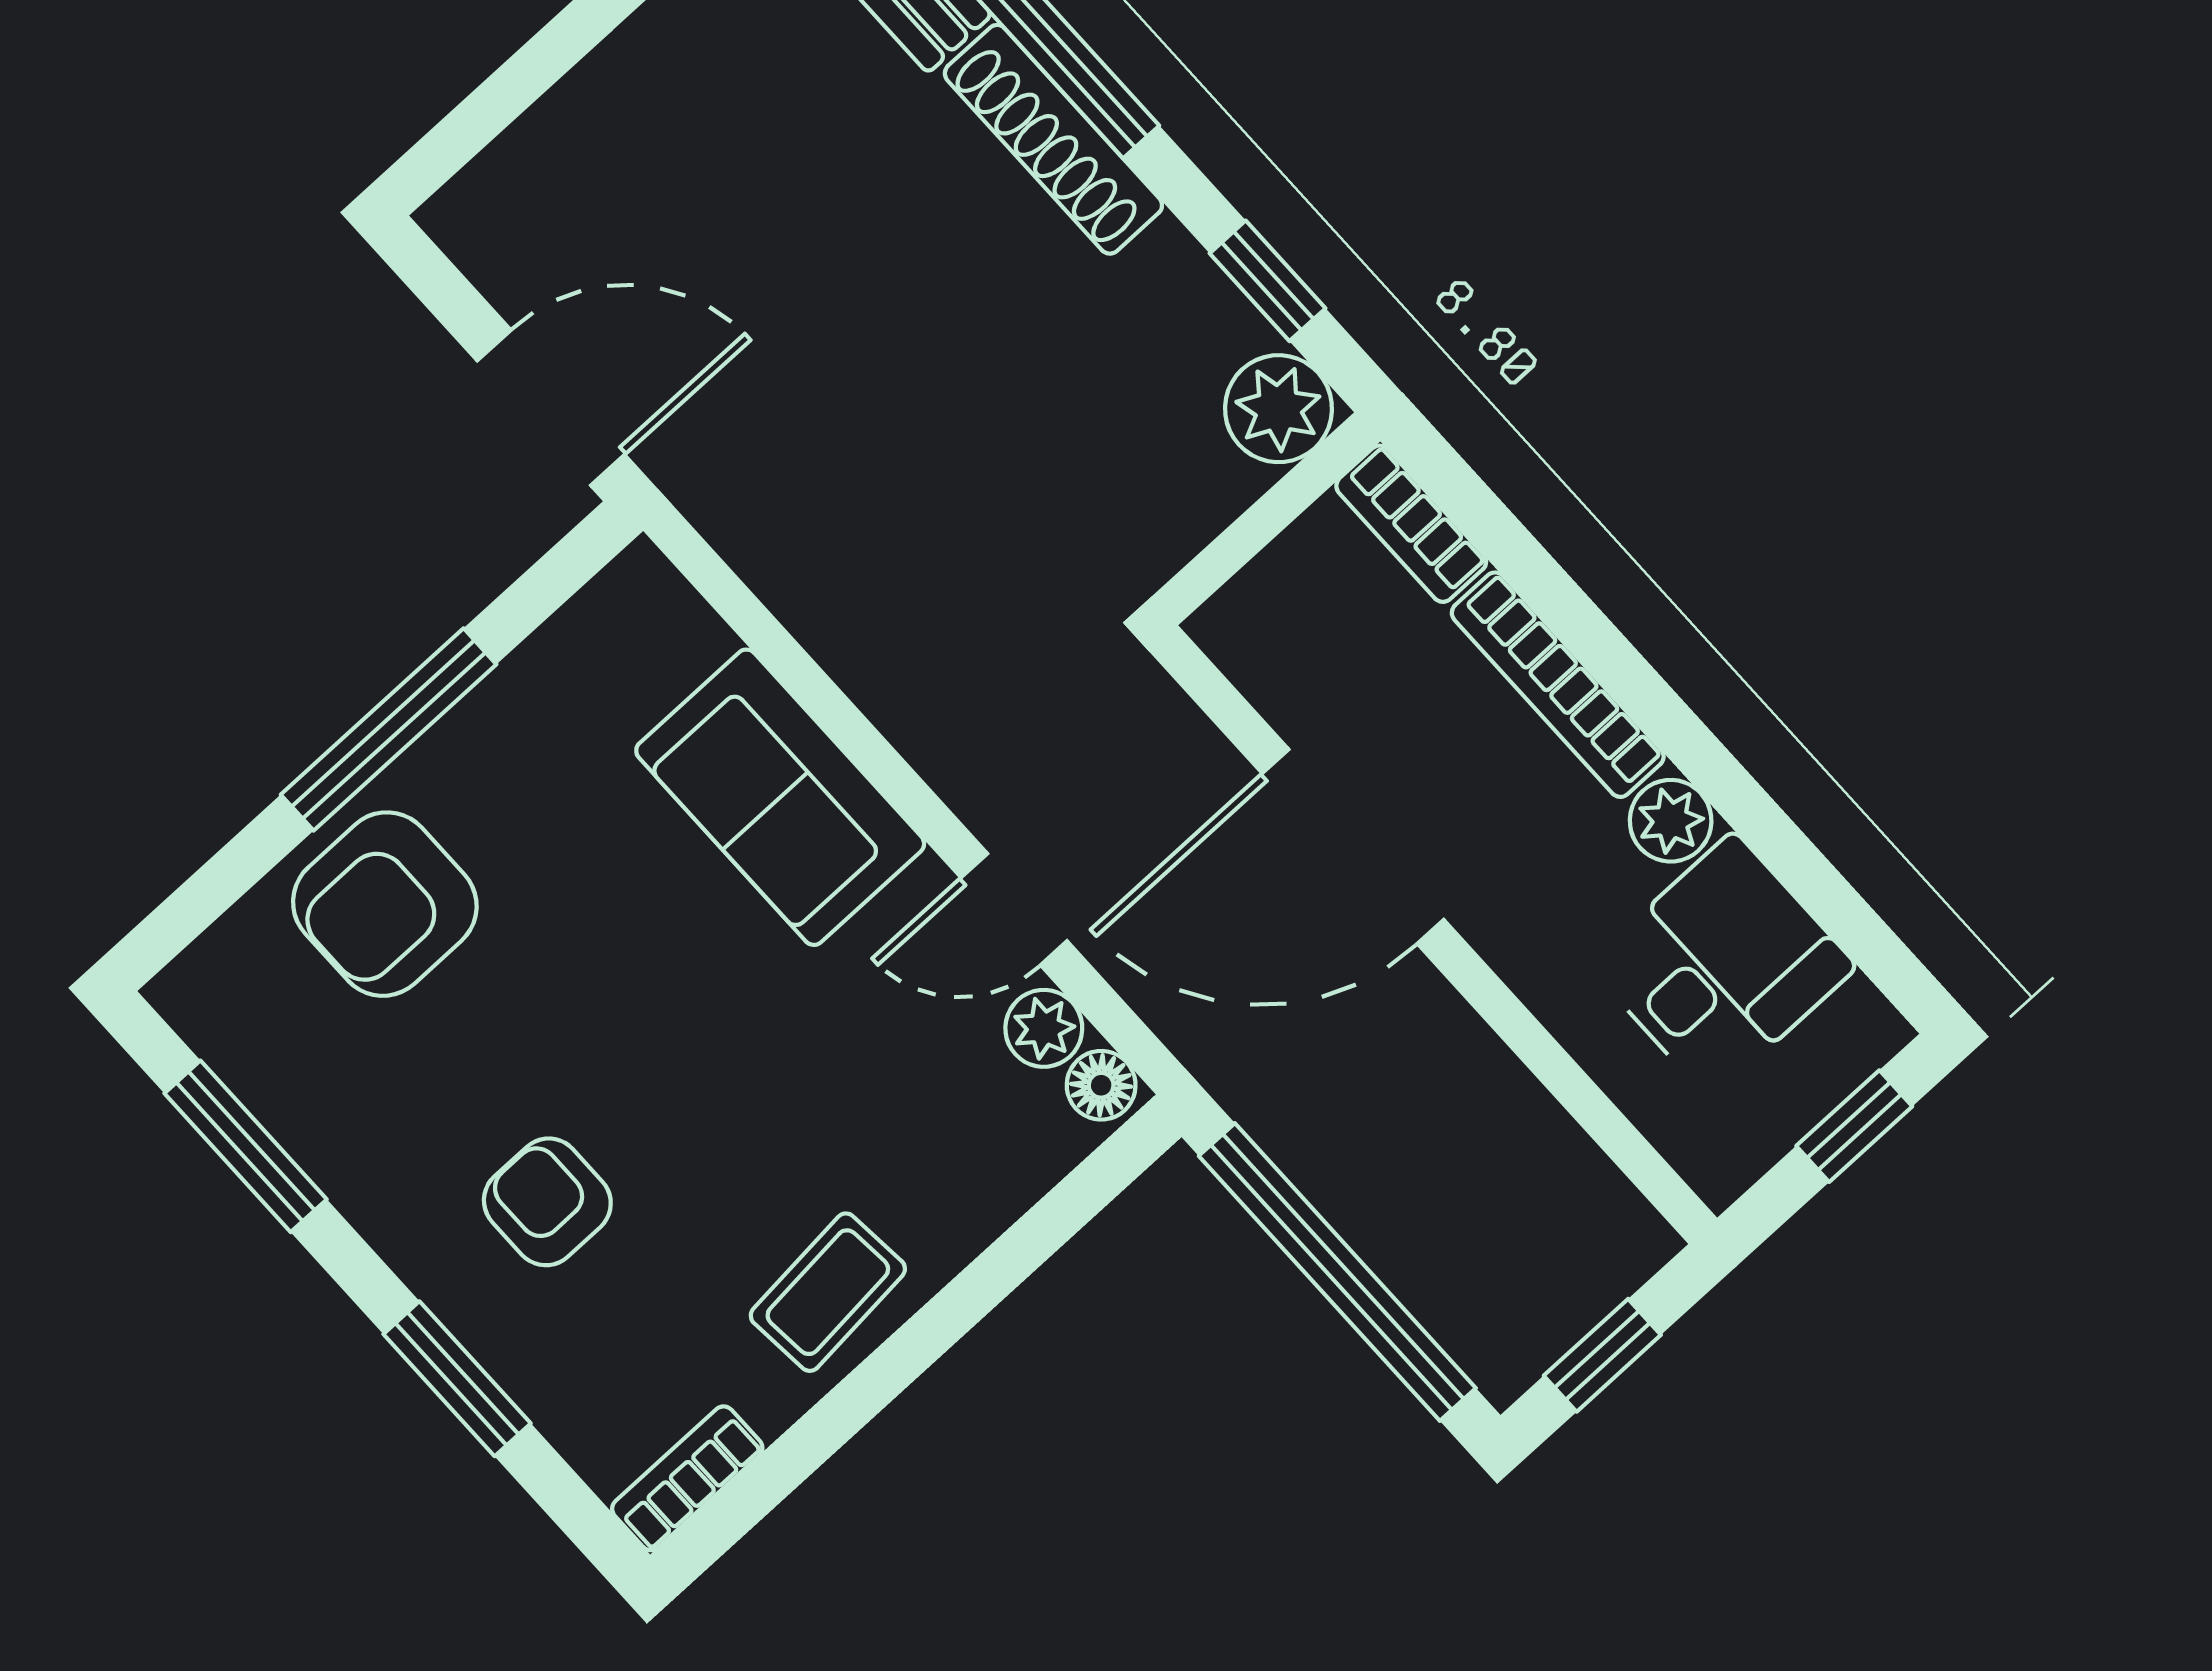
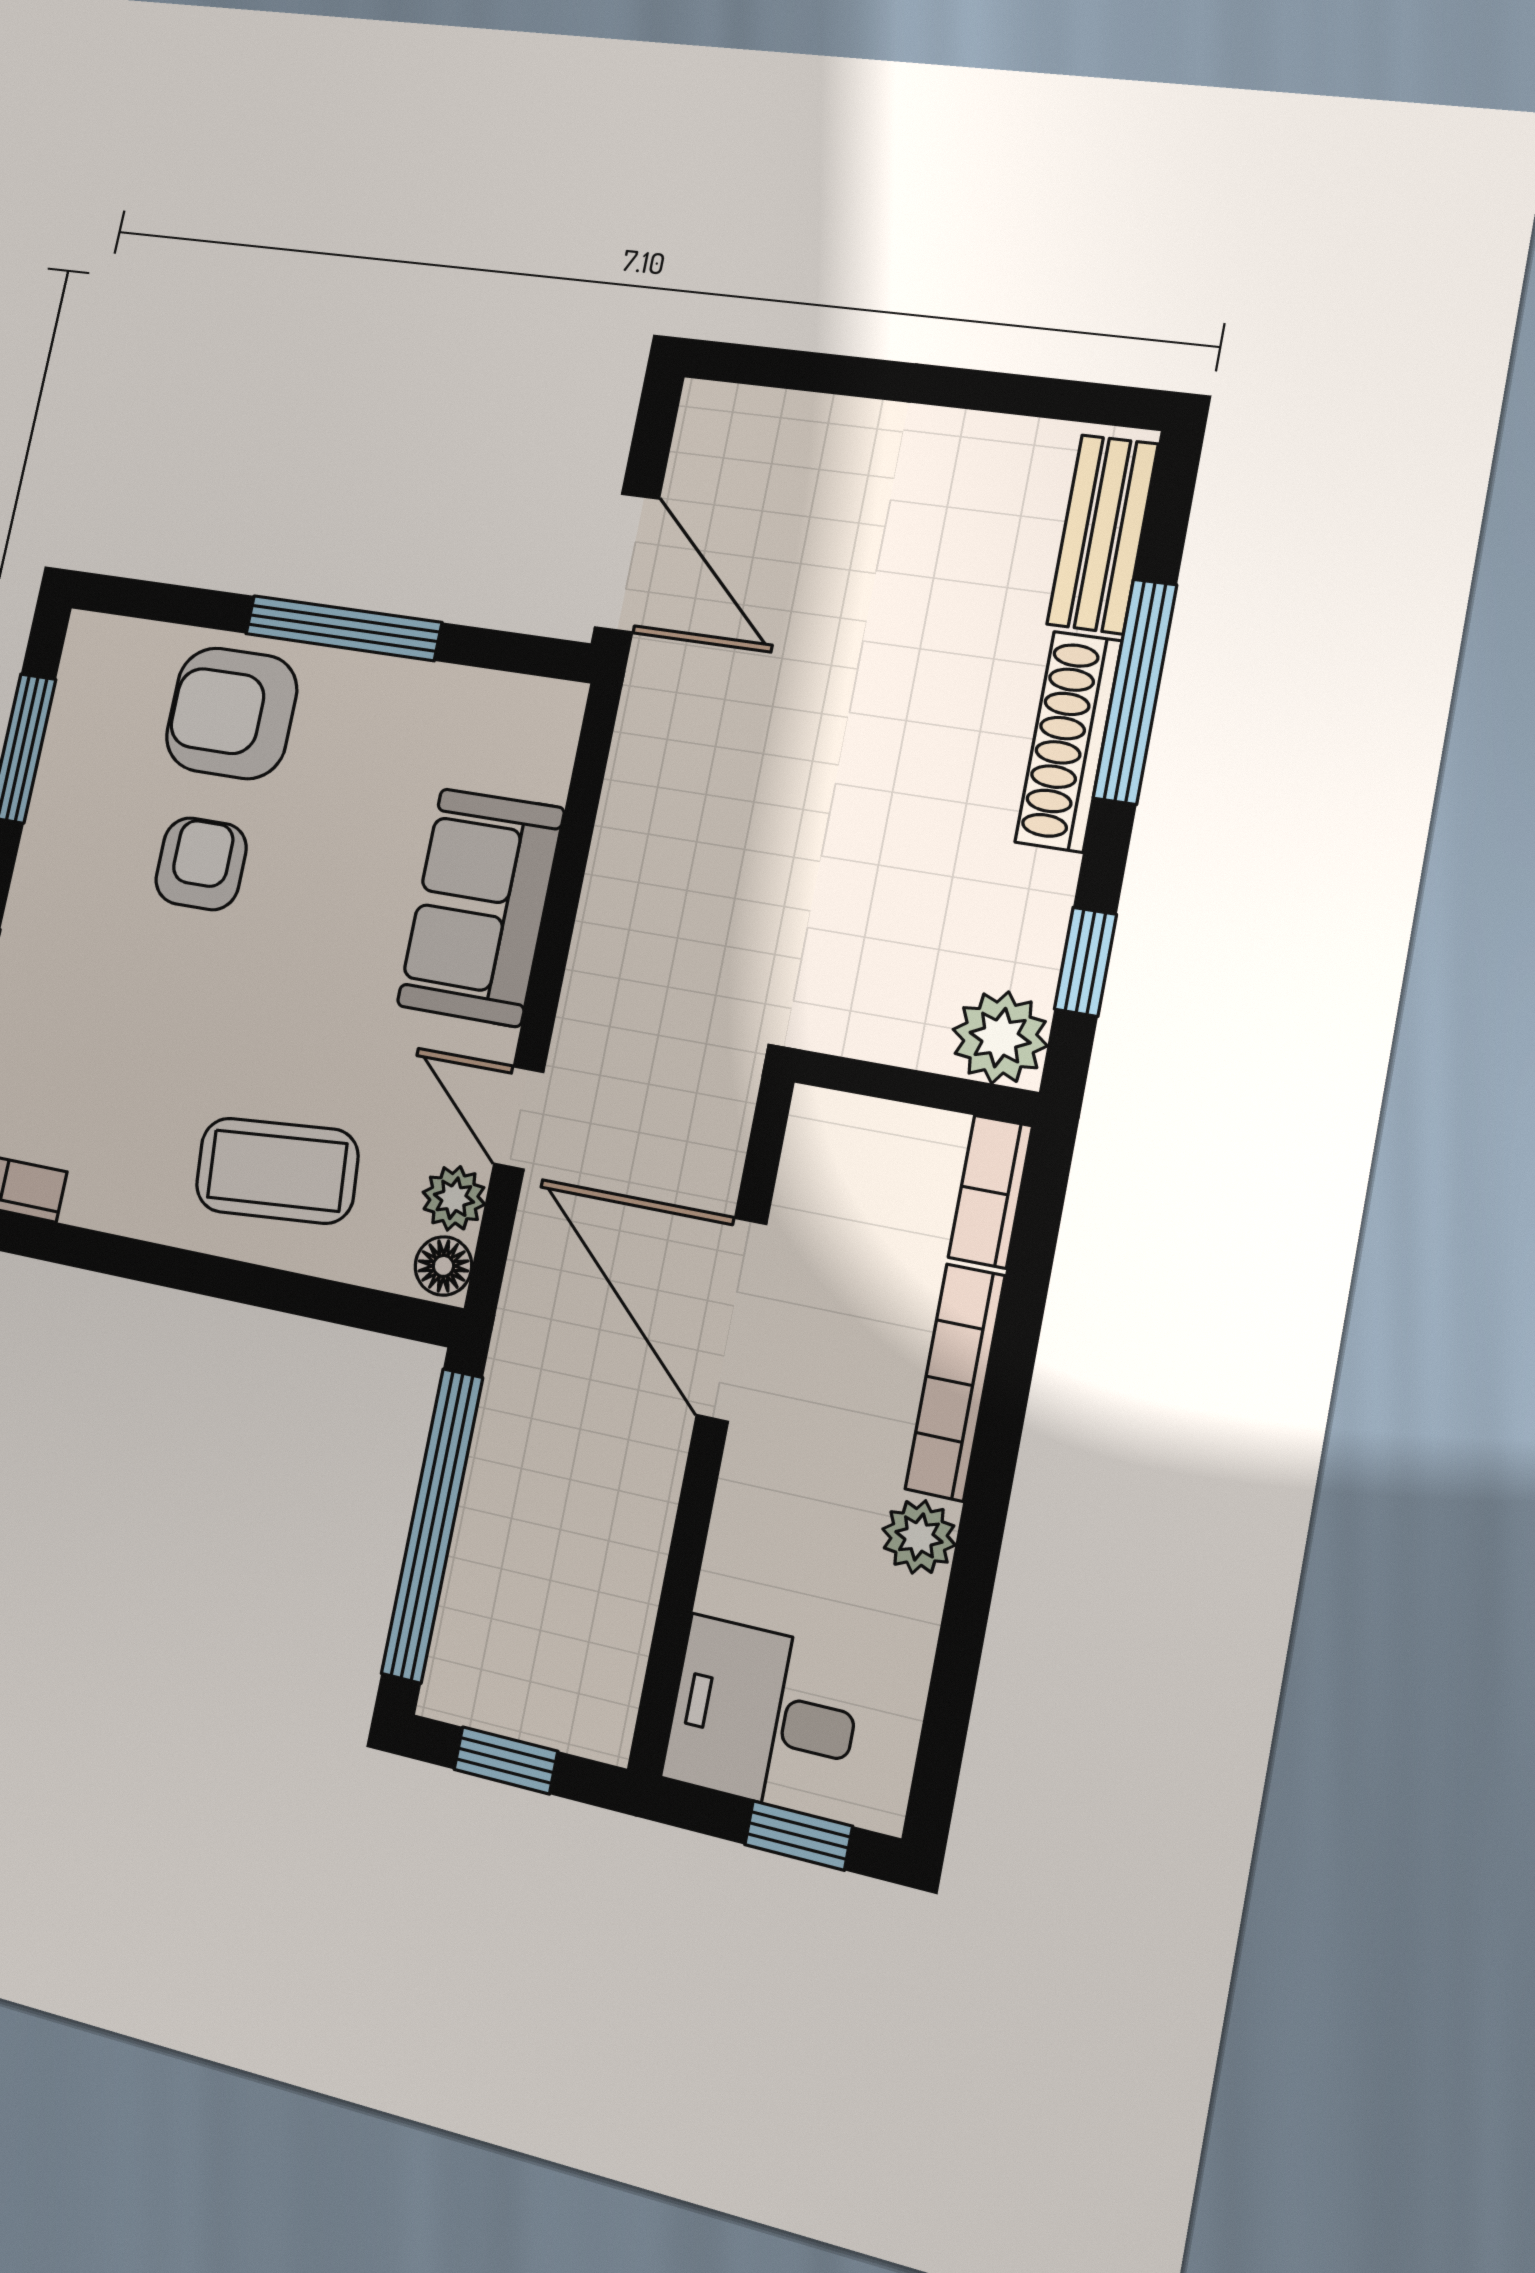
desk: (1722, 965) -> (763, 1716), moved, turned 180
armchair: (547, 1202) -> (201, 864), moved
coffee table: (828, 1292) -> (277, 1171), moved, width x1.36, depth x1.30

